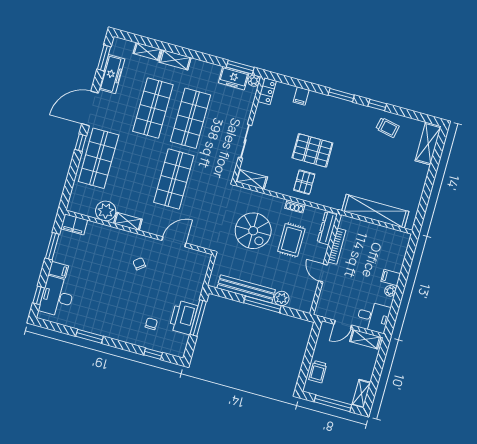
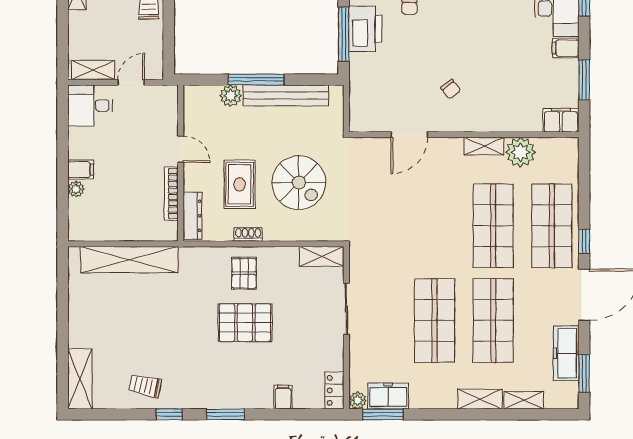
shop shelf: (174, 179) -> (493, 226), moved
spiral stairs: (253, 231) -> (299, 183), turned 180
plant: (390, 291) -> (76, 189), moved

